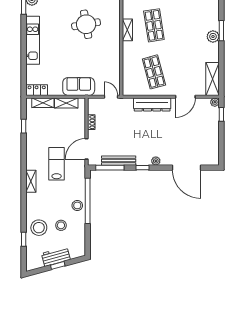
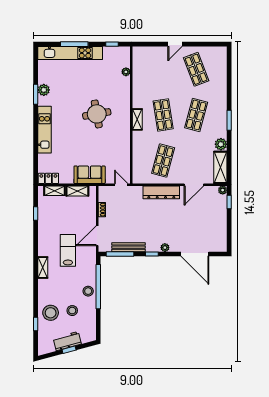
shop shelf: (188, 25) -> (196, 115), added
plant: (213, 37) -> (221, 144), moved
shop shelf: (154, 72) -> (163, 161), turned 30

